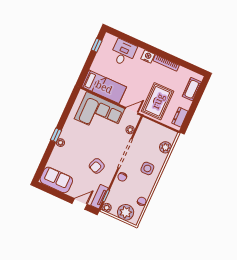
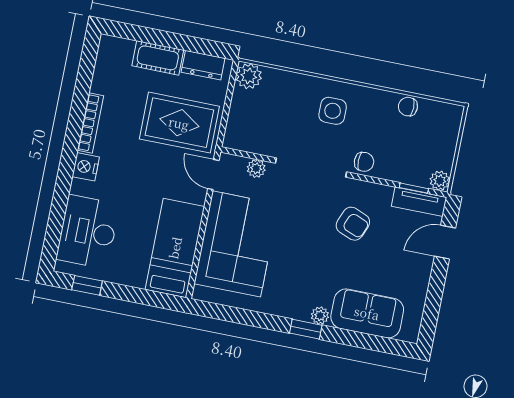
desk: (123, 53) -> (88, 232), width x1.37
cot: (192, 89) -> (158, 58), moved
plant: (165, 147) -> (249, 76), moved
sofa: (56, 180) -> (367, 313), moved, turned 90
door: (80, 204) -> (445, 242), hinge flipped
plant: (126, 212) -> (440, 137), removed

